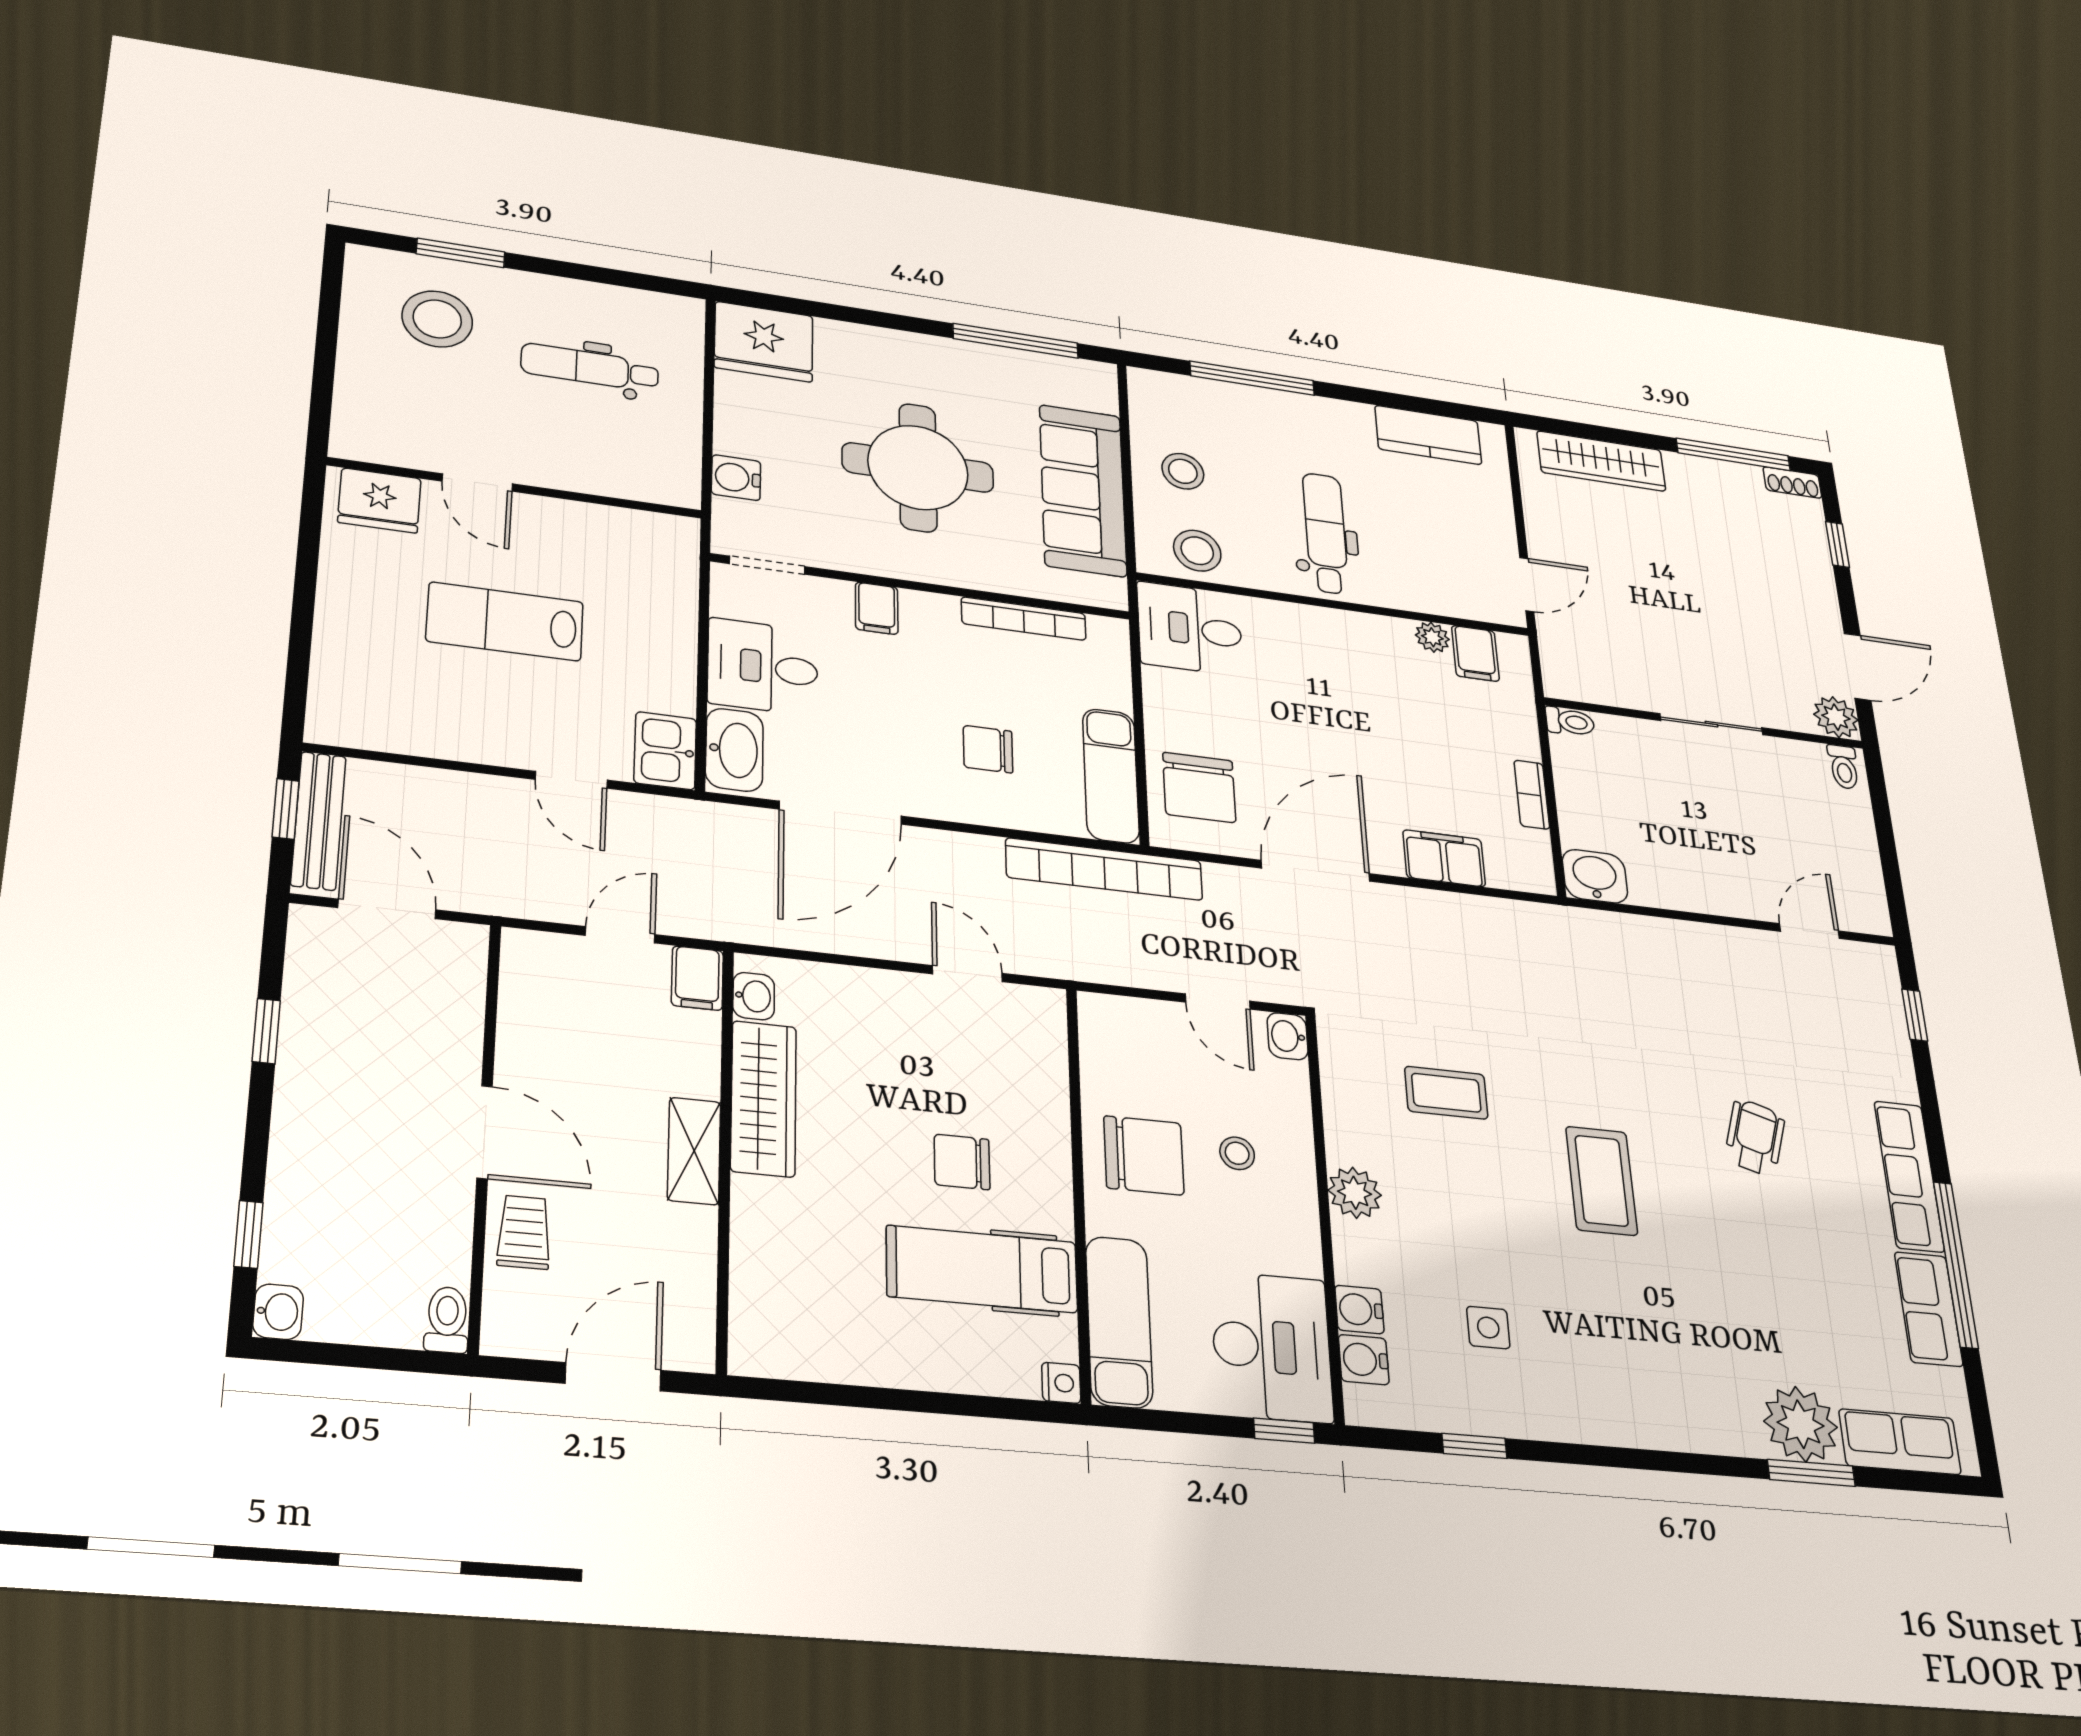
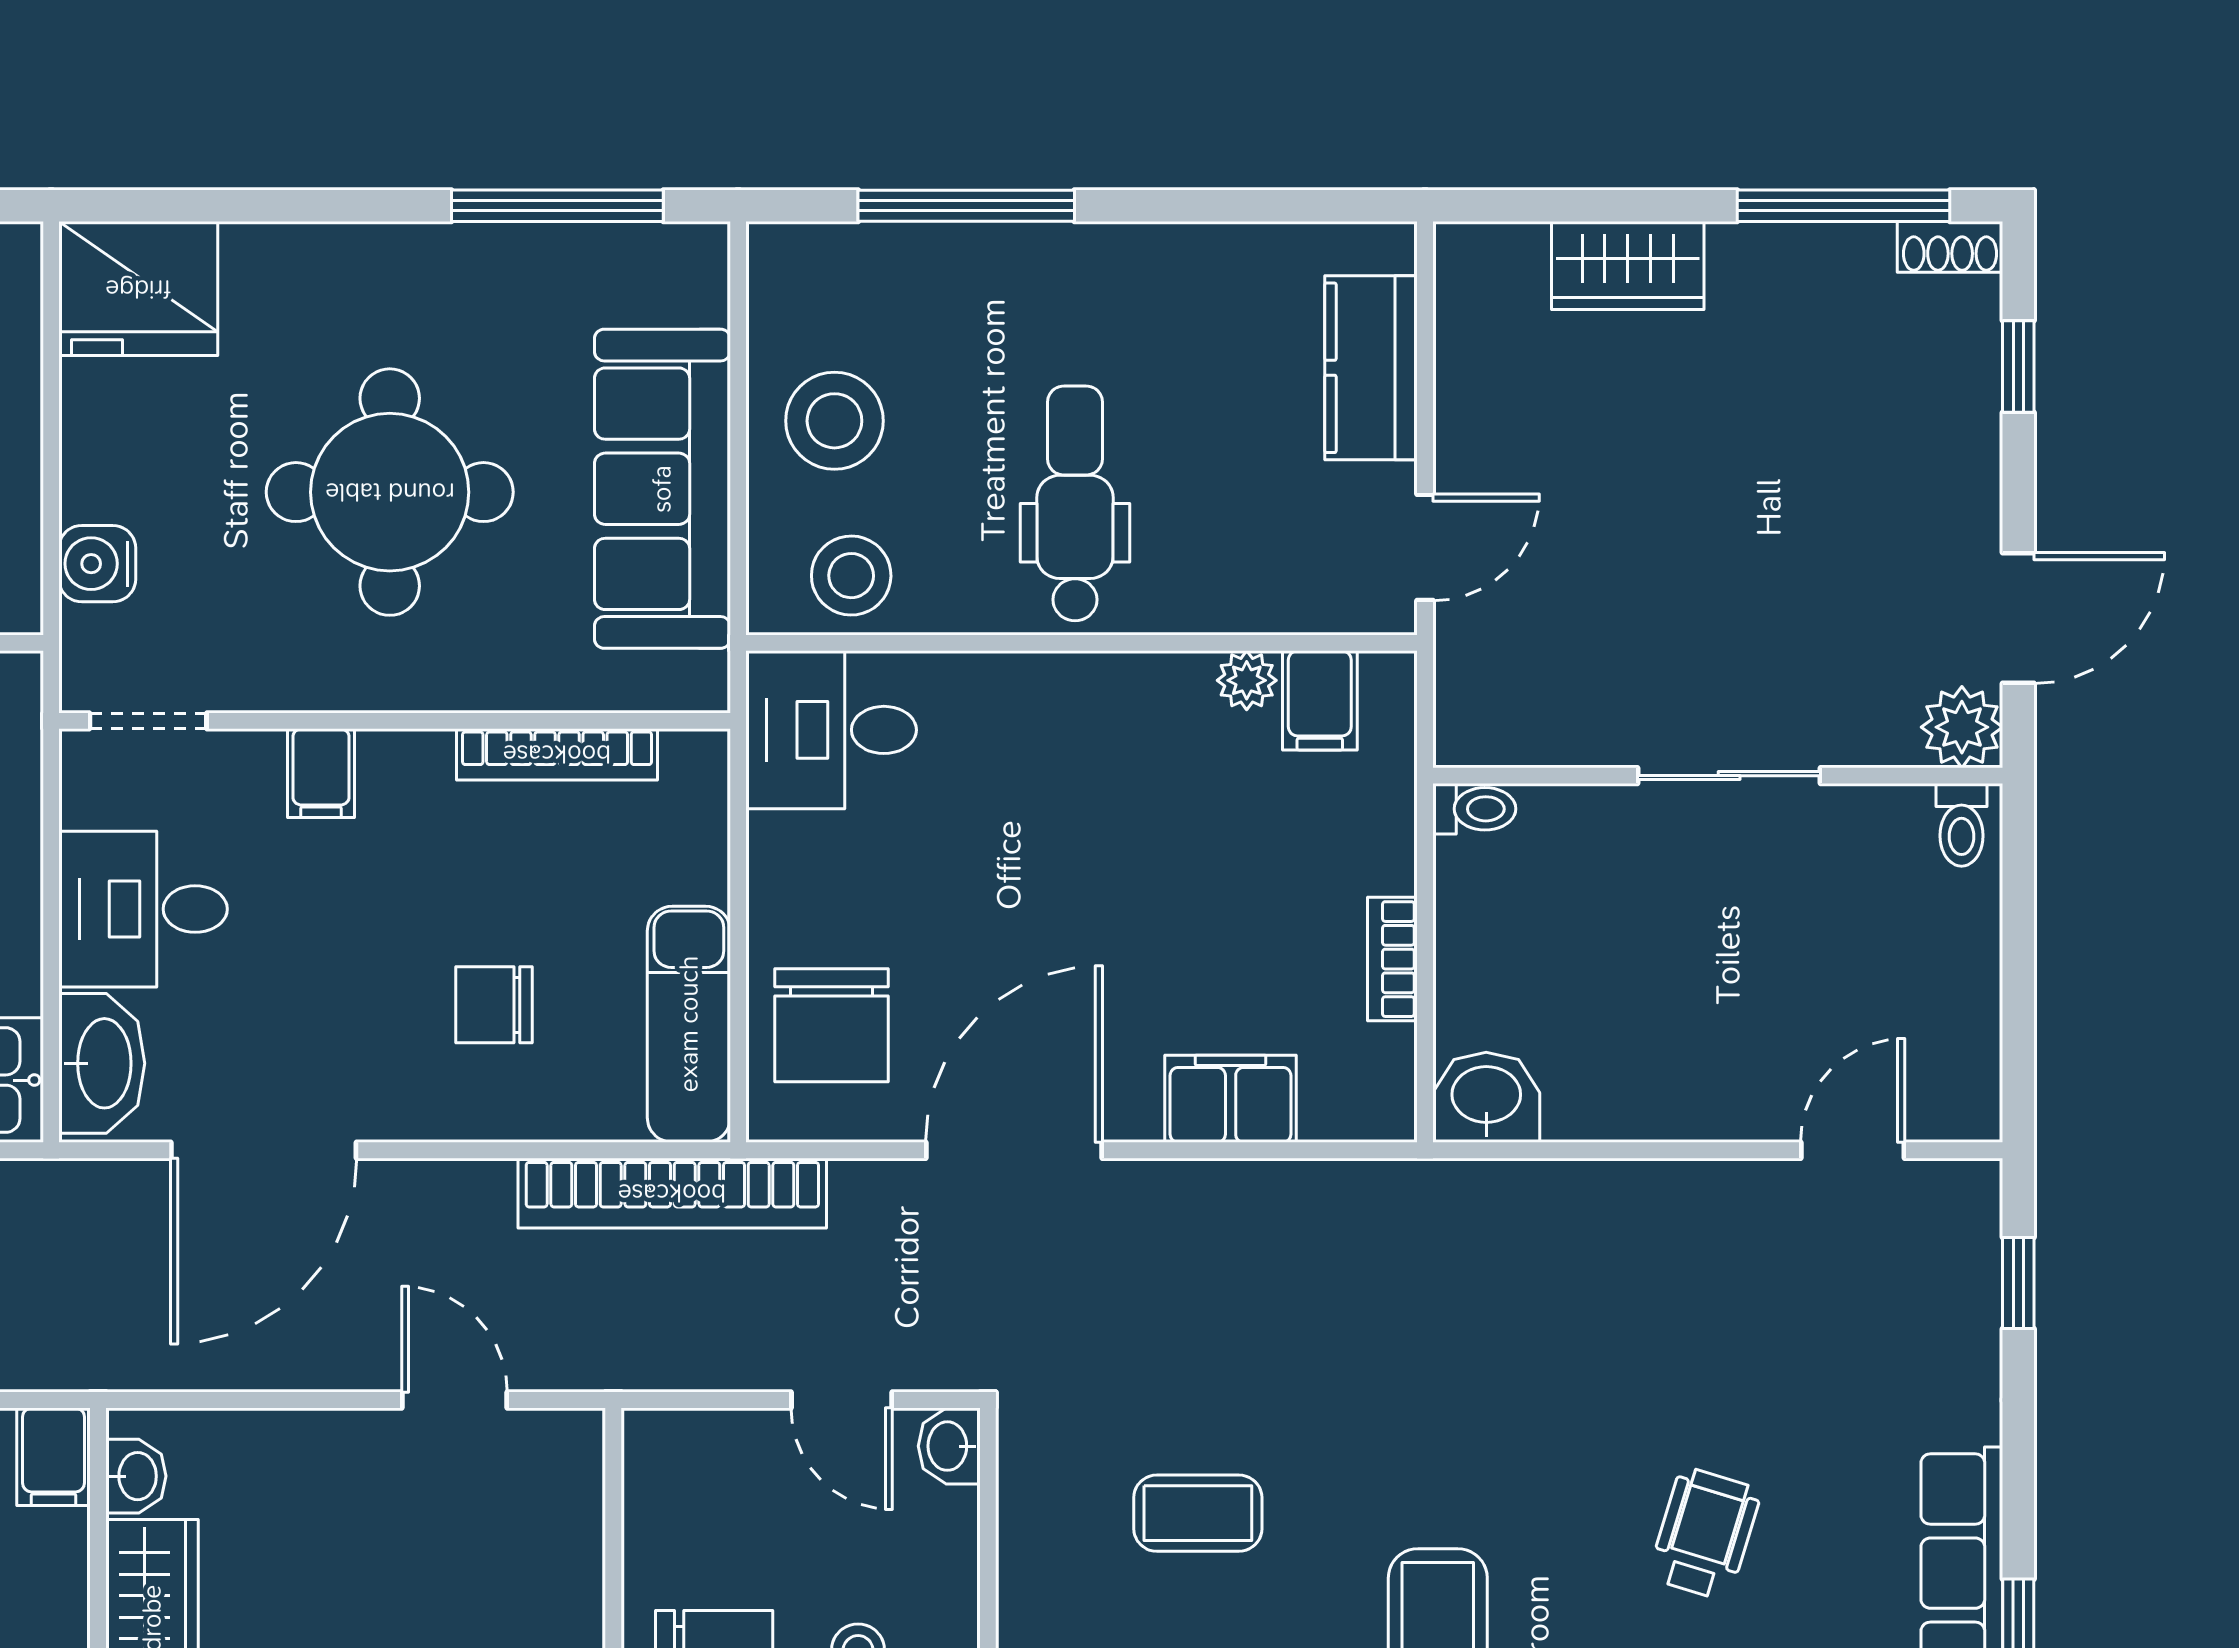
kitchen counter: (1428, 435) -> (1371, 368), moved, turned 90
wardrobe: (1601, 461) -> (1628, 266), width x0.67
stool: (1183, 471) -> (834, 421), width x1.38, depth x1.38

